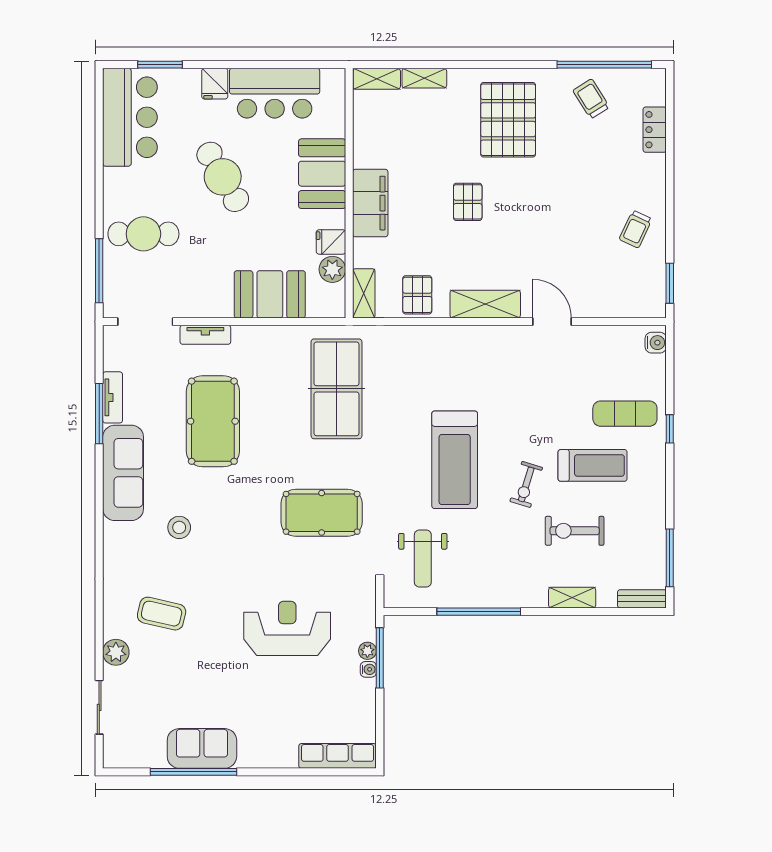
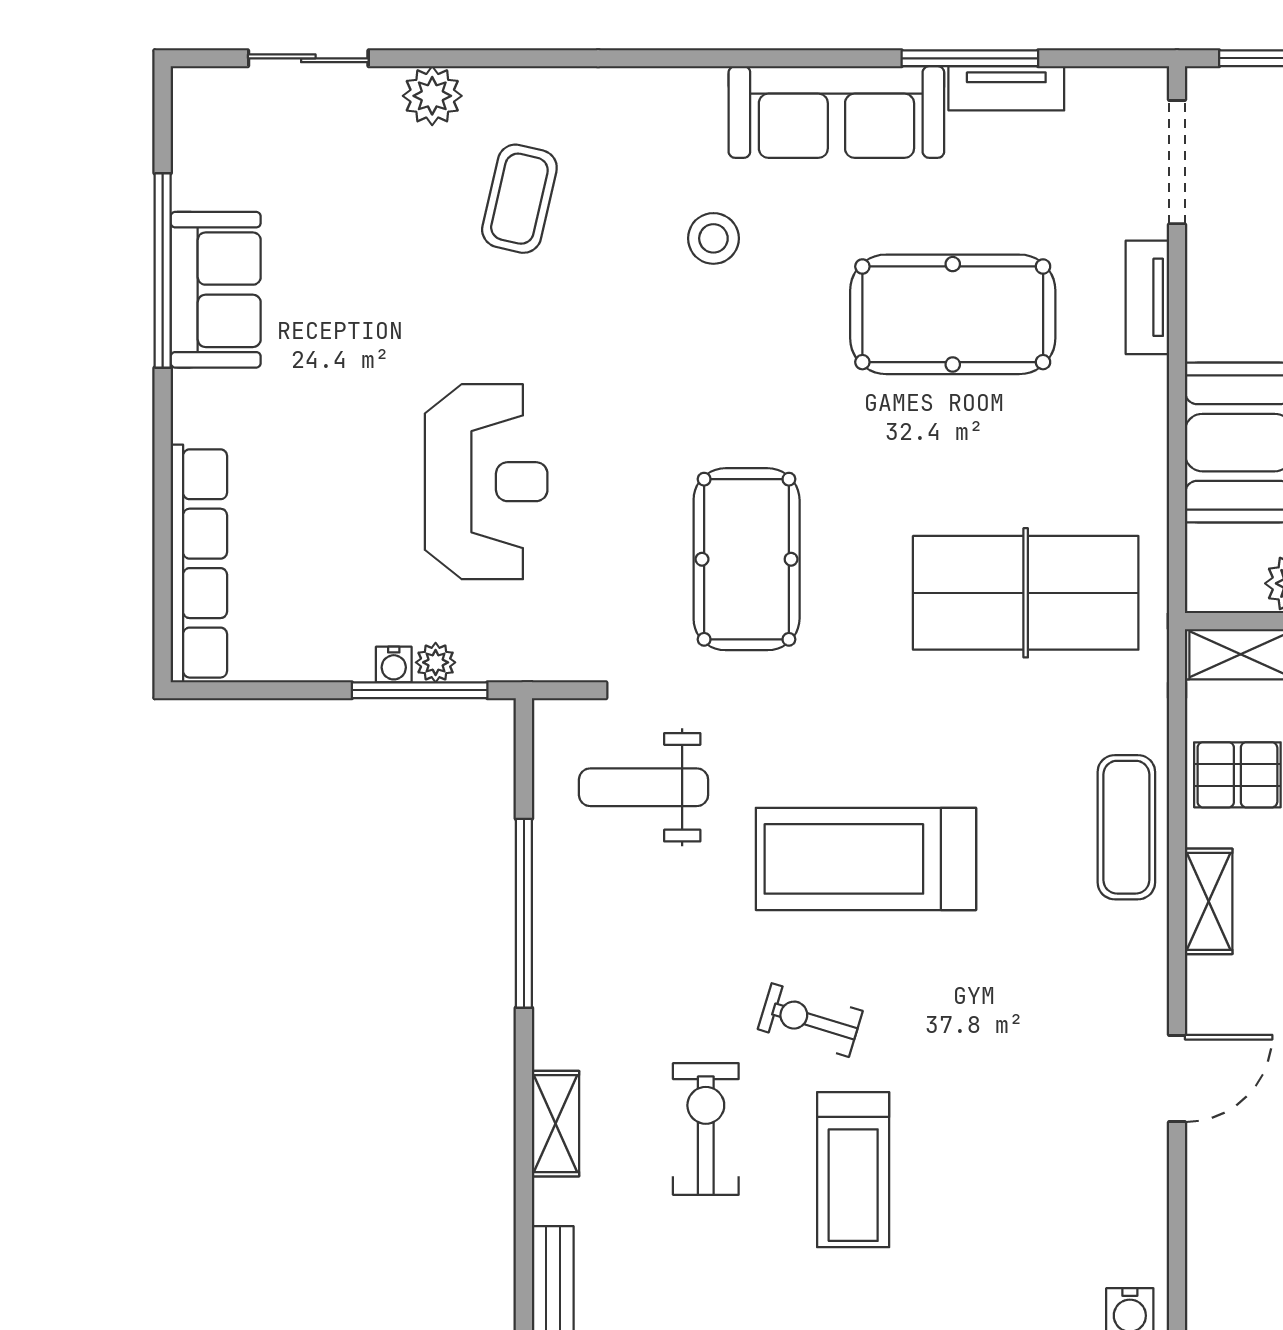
shelving: (485, 304) -> (1209, 901), width x0.67, depth x0.75
exercise mat: (625, 414) -> (1126, 827), moved
row of seats: (338, 756) -> (199, 563), width x1.36

